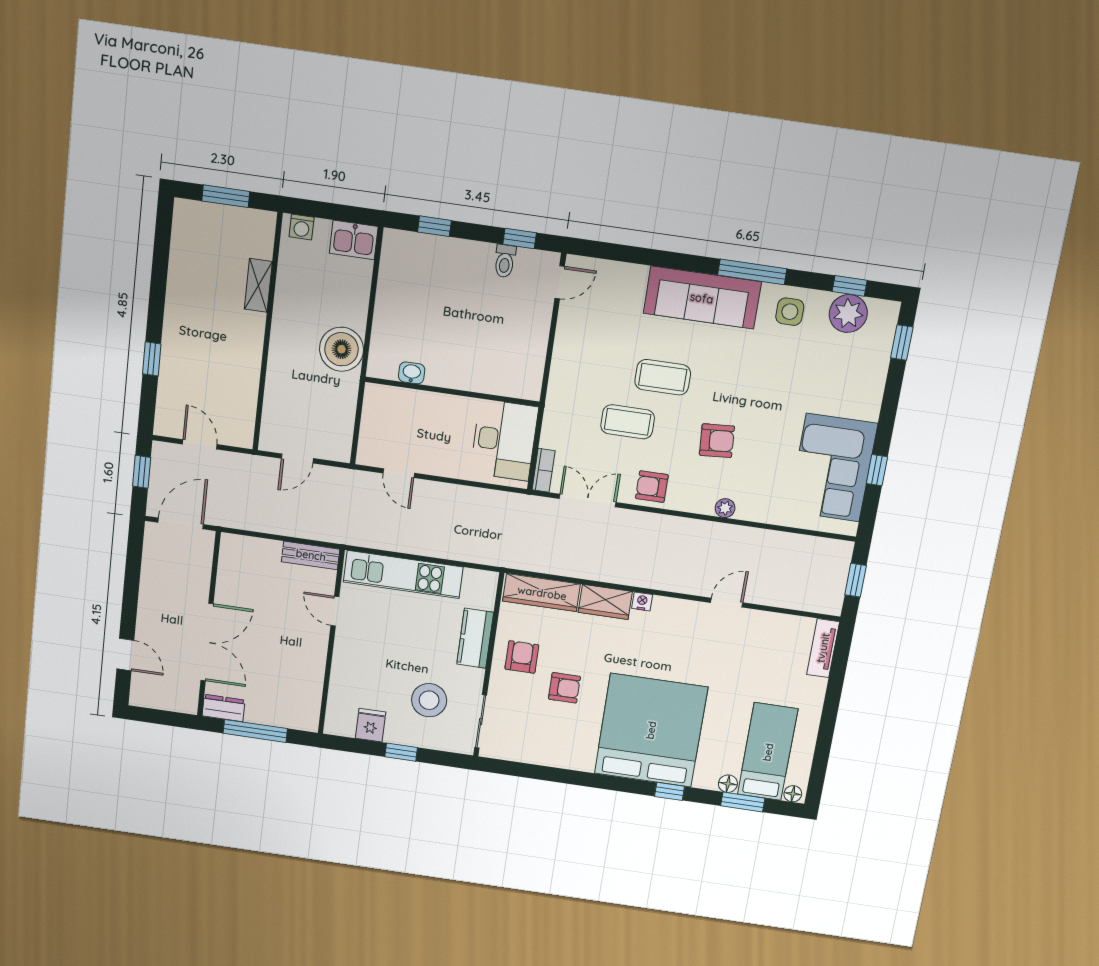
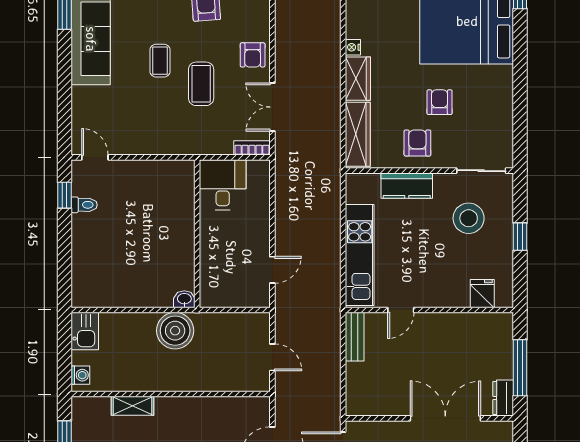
window: (434, 226) -> (64, 266), removed
washbasin: (412, 373) -> (184, 299), moved, turned 90
coffee table: (663, 377) -> (160, 61), width x0.73, depth x0.77
desk: (504, 440) -> (223, 185), width x0.73
armchair: (522, 657) -> (417, 143), turned 90
fridge: (371, 725) -> (482, 294), moved, turned 90

